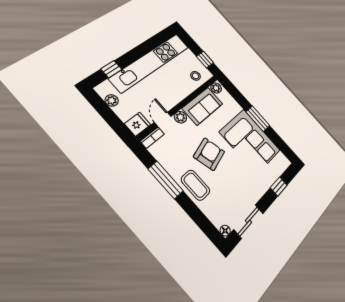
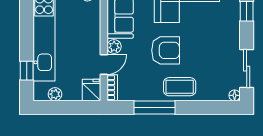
door: (163, 119) -> (104, 65), swing flipped
armchair: (209, 154) -> (166, 50), turned 105

